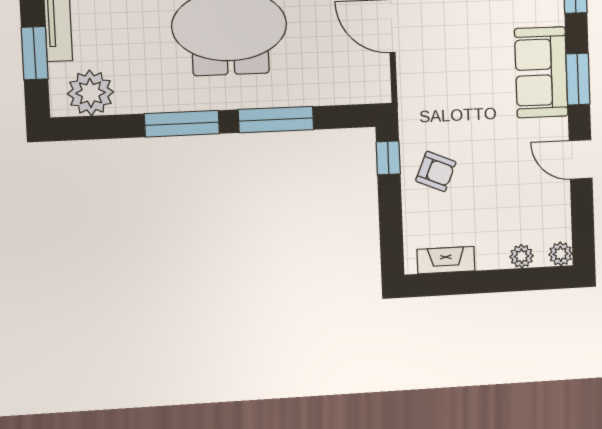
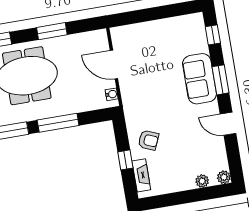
water cooler: (381, 80) -> (112, 94), added
window: (388, 158) -> (125, 160), moved
fireplace: (446, 260) -> (141, 175), moved, turned 90

